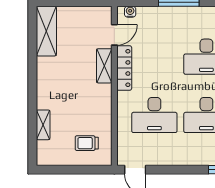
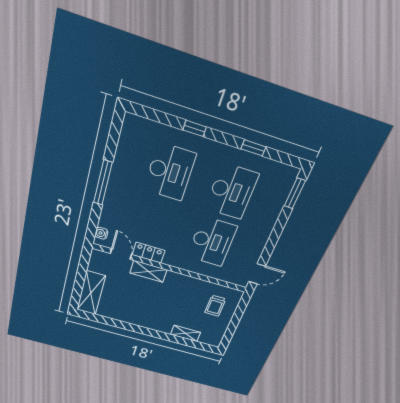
shelving: (46, 31) -> (91, 293), moved, turned 90
locker: (124, 68) -> (149, 253), width x0.66

